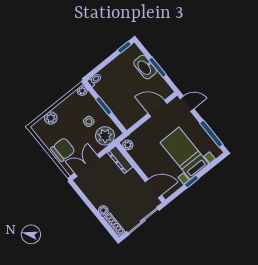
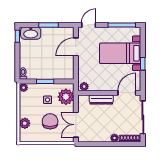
washbasin: (145, 67) -> (31, 33), moved
chair: (63, 150) -> (50, 121), moved
dresser: (120, 160) -> (101, 100), moved

